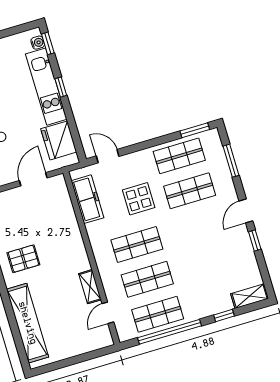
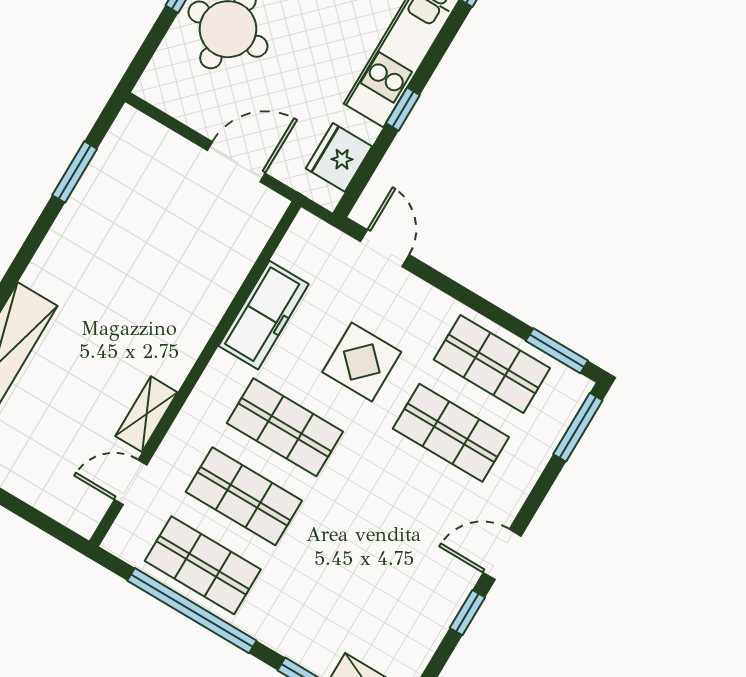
window: (61, 87) -> (403, 109), moved
fridge: (59, 140) -> (339, 157), width x0.73, depth x0.75
window: (231, 161) -> (578, 427), moved
freezer: (87, 199) -> (264, 315), moved
pallet: (23, 259) -> (93, 264), removed

